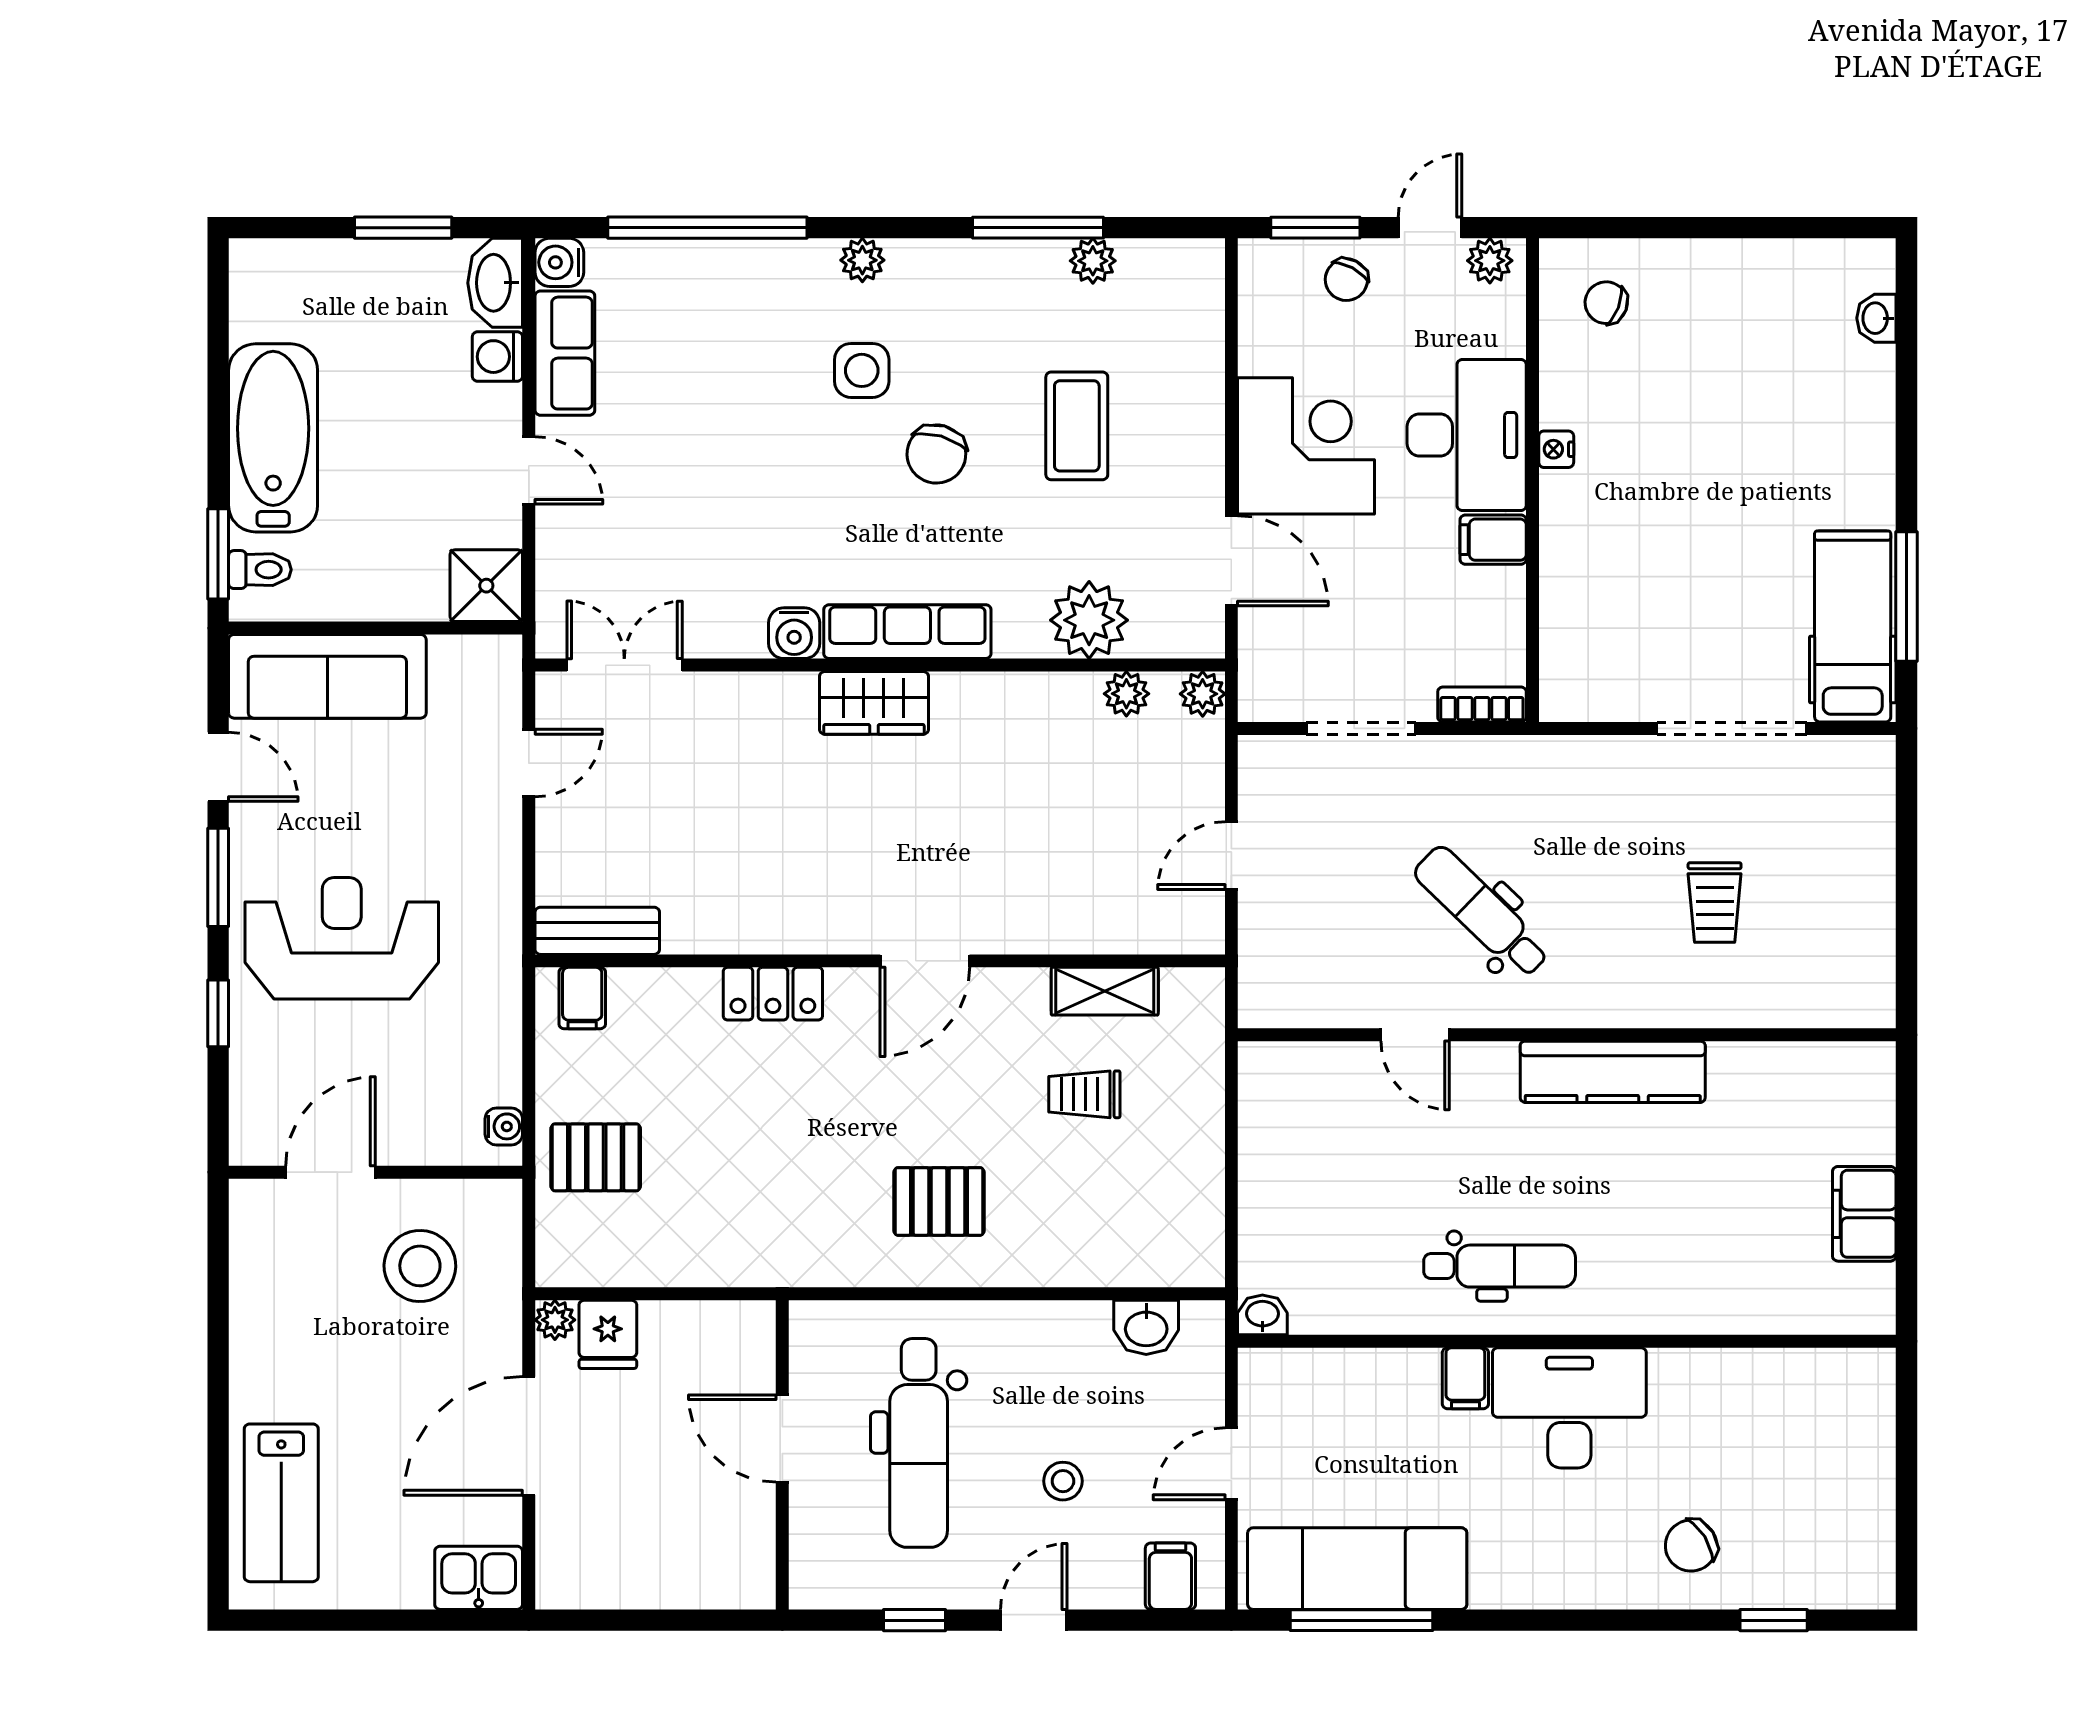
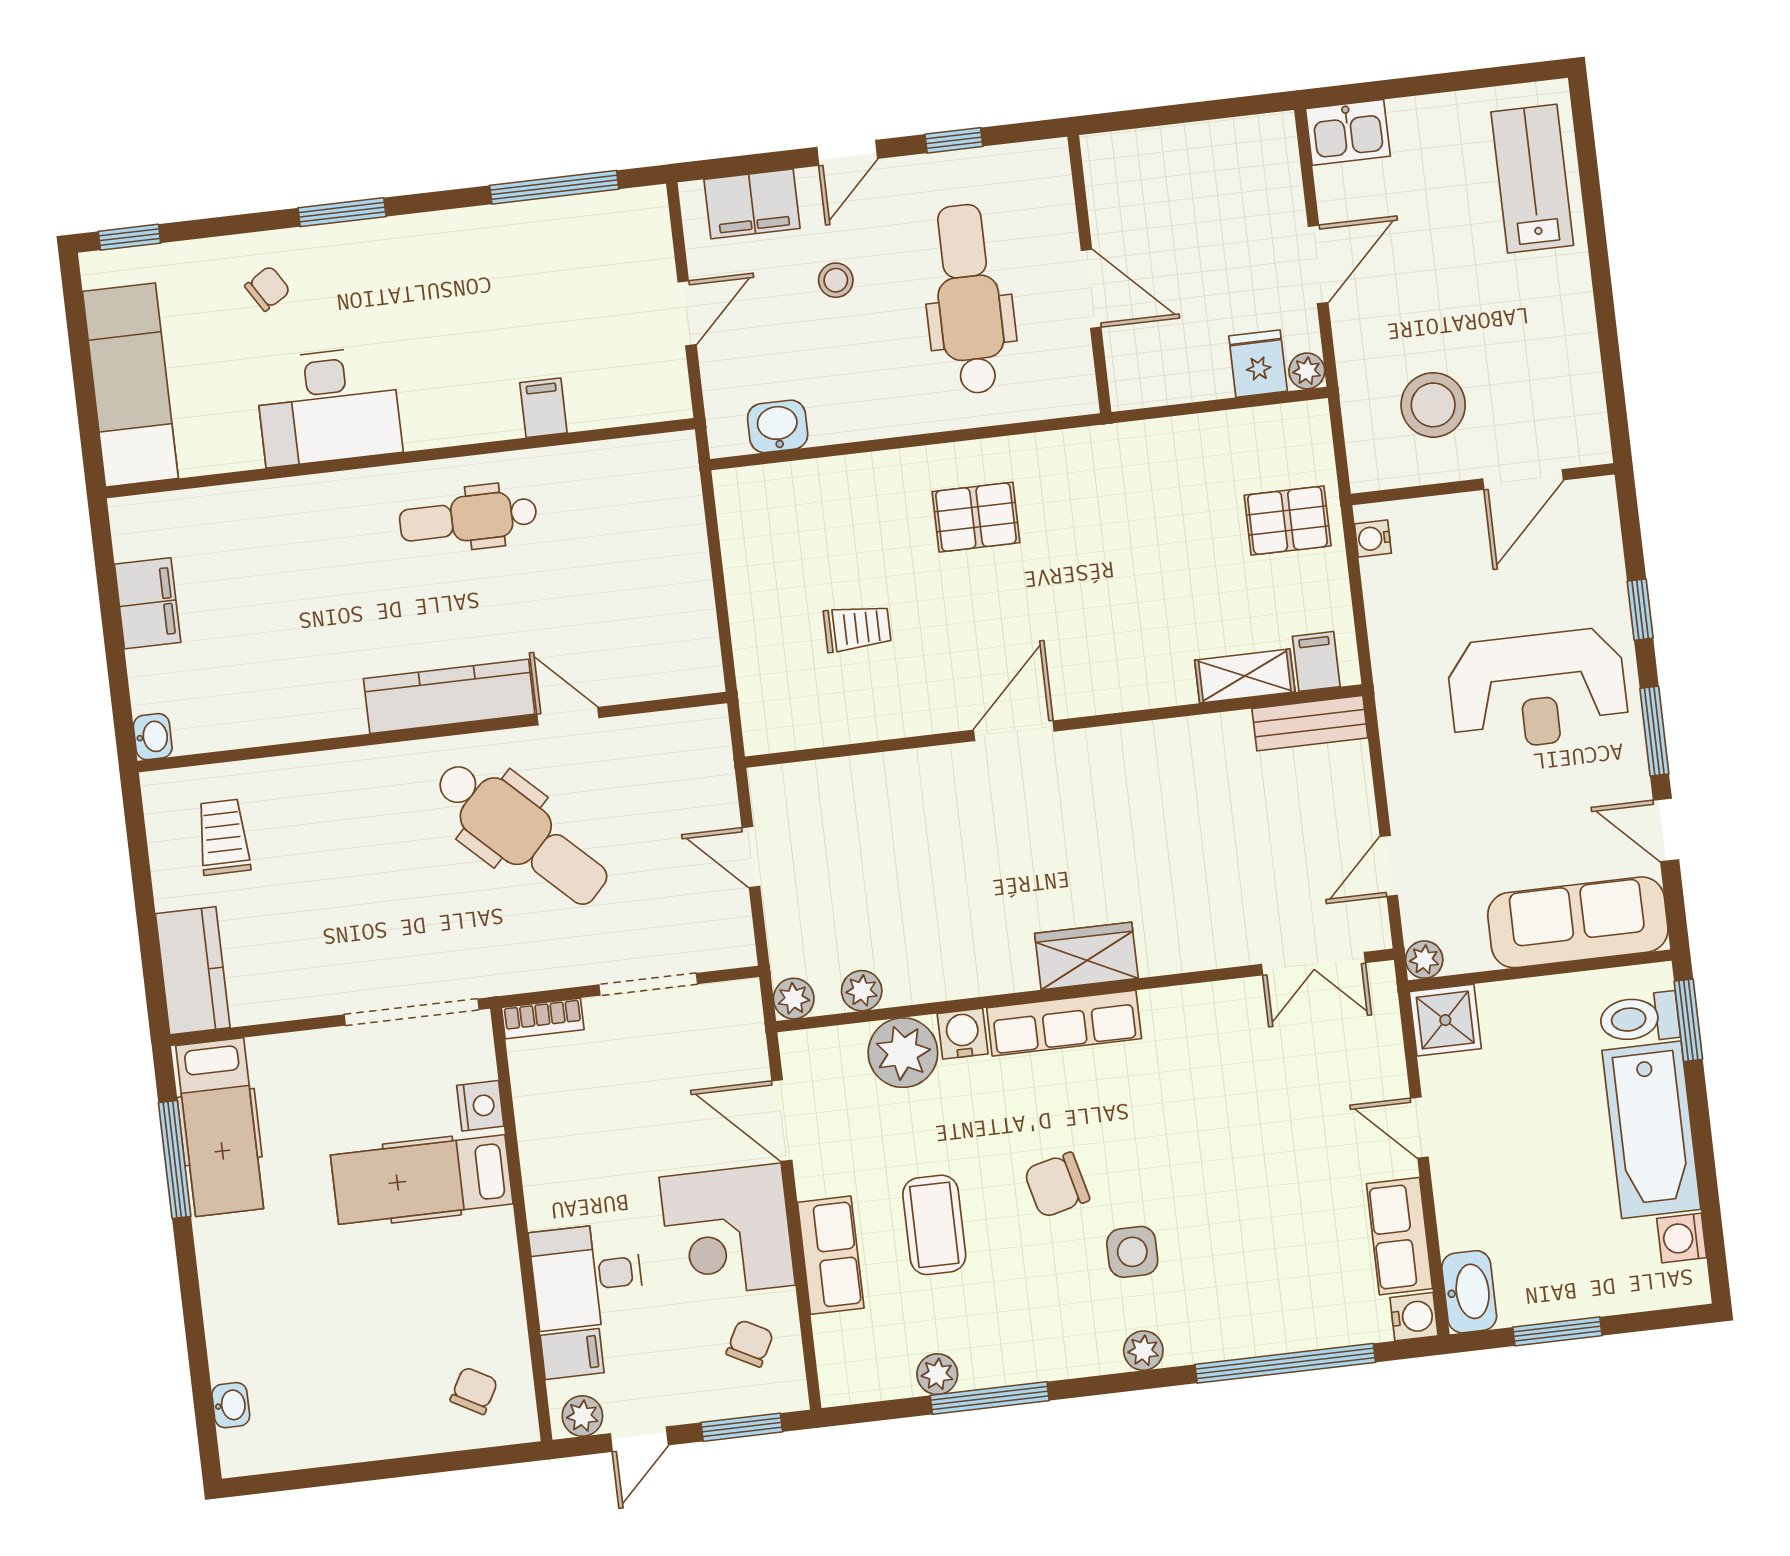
chair: (1346, 280) -> (750, 1343), moved
chair: (1606, 303) -> (474, 1391), turned -82
washing machine: (497, 357) -> (1682, 1238), moved, turned 180
row of seats: (1195, 406) -> (831, 1255), added
desk: (1467, 435) -> (587, 1276), width x0.73
nightstand: (1556, 449) -> (480, 1106), moved, width x1.39, depth x1.35
chair: (936, 454) -> (1057, 1185), turned -120
filing cabinet: (1493, 540) -> (572, 1354), moved
hospital bed: (1636, 542) -> (422, 1180), added
toilet: (260, 570) -> (1639, 1018), width x1.37, depth x1.39
water cooler: (794, 633) -> (963, 1034), moved
plant: (502, 655) -> (1424, 960), added
doorway: (1732, 728) -> (412, 1012), moved
kitchen counter: (1862, 802) -> (193, 971), added
door: (1231, 856) -> (751, 857), swing flipped
trolley: (1715, 902) -> (223, 837), moved
dental chair: (1482, 912) -> (521, 833), width x1.36, depth x1.38
shelving: (1105, 991) -> (1245, 676), moved
locker: (773, 994) -> (1146, 685), removed
kitchen counter: (1613, 1072) -> (449, 696), moved
washbasin: (1262, 1315) -> (153, 737), moved, turned -90
filing cabinet: (1465, 1378) -> (543, 408), moved
desk: (1569, 1408) -> (328, 406), moved
door: (529, 1436) -> (1318, 264), width x0.73
chair: (1691, 1546) -> (268, 288), width x0.73, depth x0.73
exam couch: (1357, 1569) -> (130, 385), moved, turned -90
filing cabinet: (1170, 1576) -> (752, 204), width x2.00
window: (1599, 1620) -> (342, 212), added
window: (1774, 1620) -> (129, 237), moved

